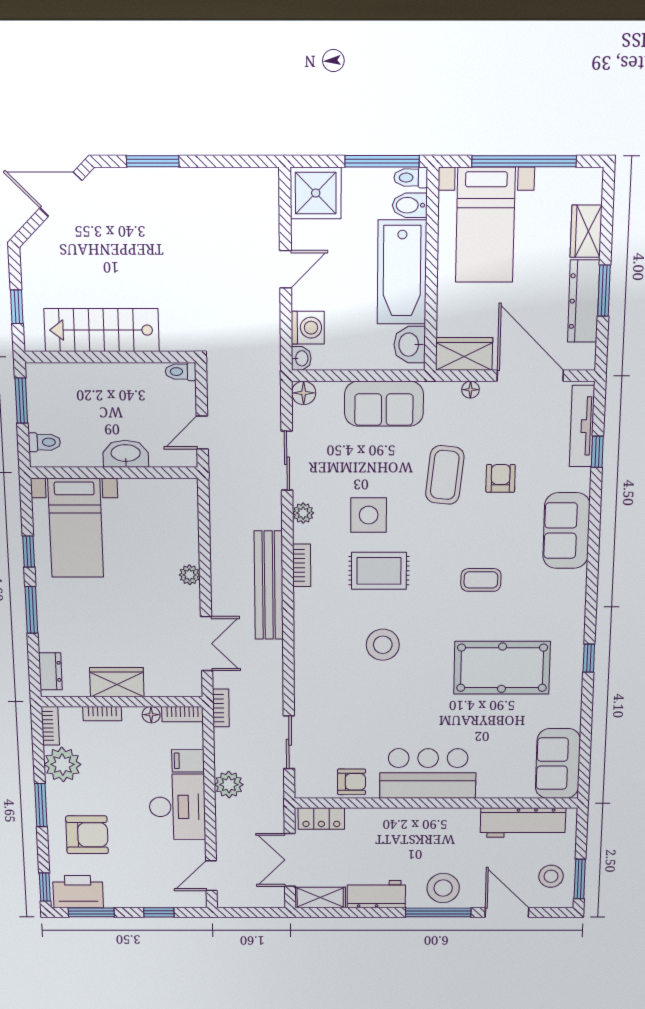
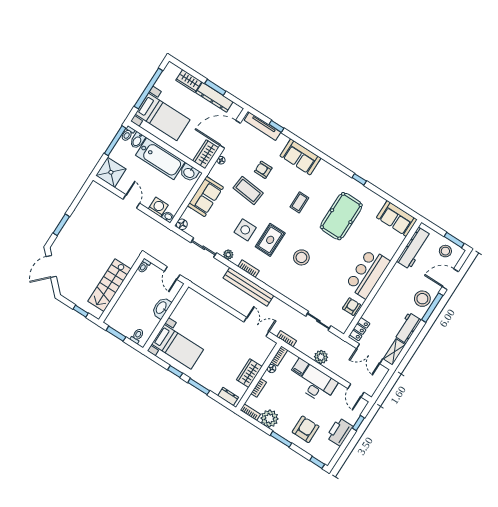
plant: (190, 575) -> (224, 315), removed
printer: (78, 892) -> (339, 432), moved
window: (91, 912) -> (340, 451), removed

